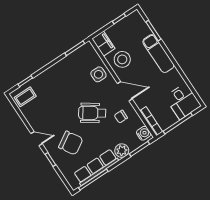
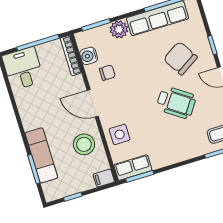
filing cabinet: (103, 44) -> (104, 178), width x0.50
row of seats: (82, 53) -> (133, 168), added
exam couch: (158, 54) -> (41, 155), moved
wheelchair: (92, 113) -> (176, 102), moved
water cooler: (144, 133) -> (89, 56), moved

